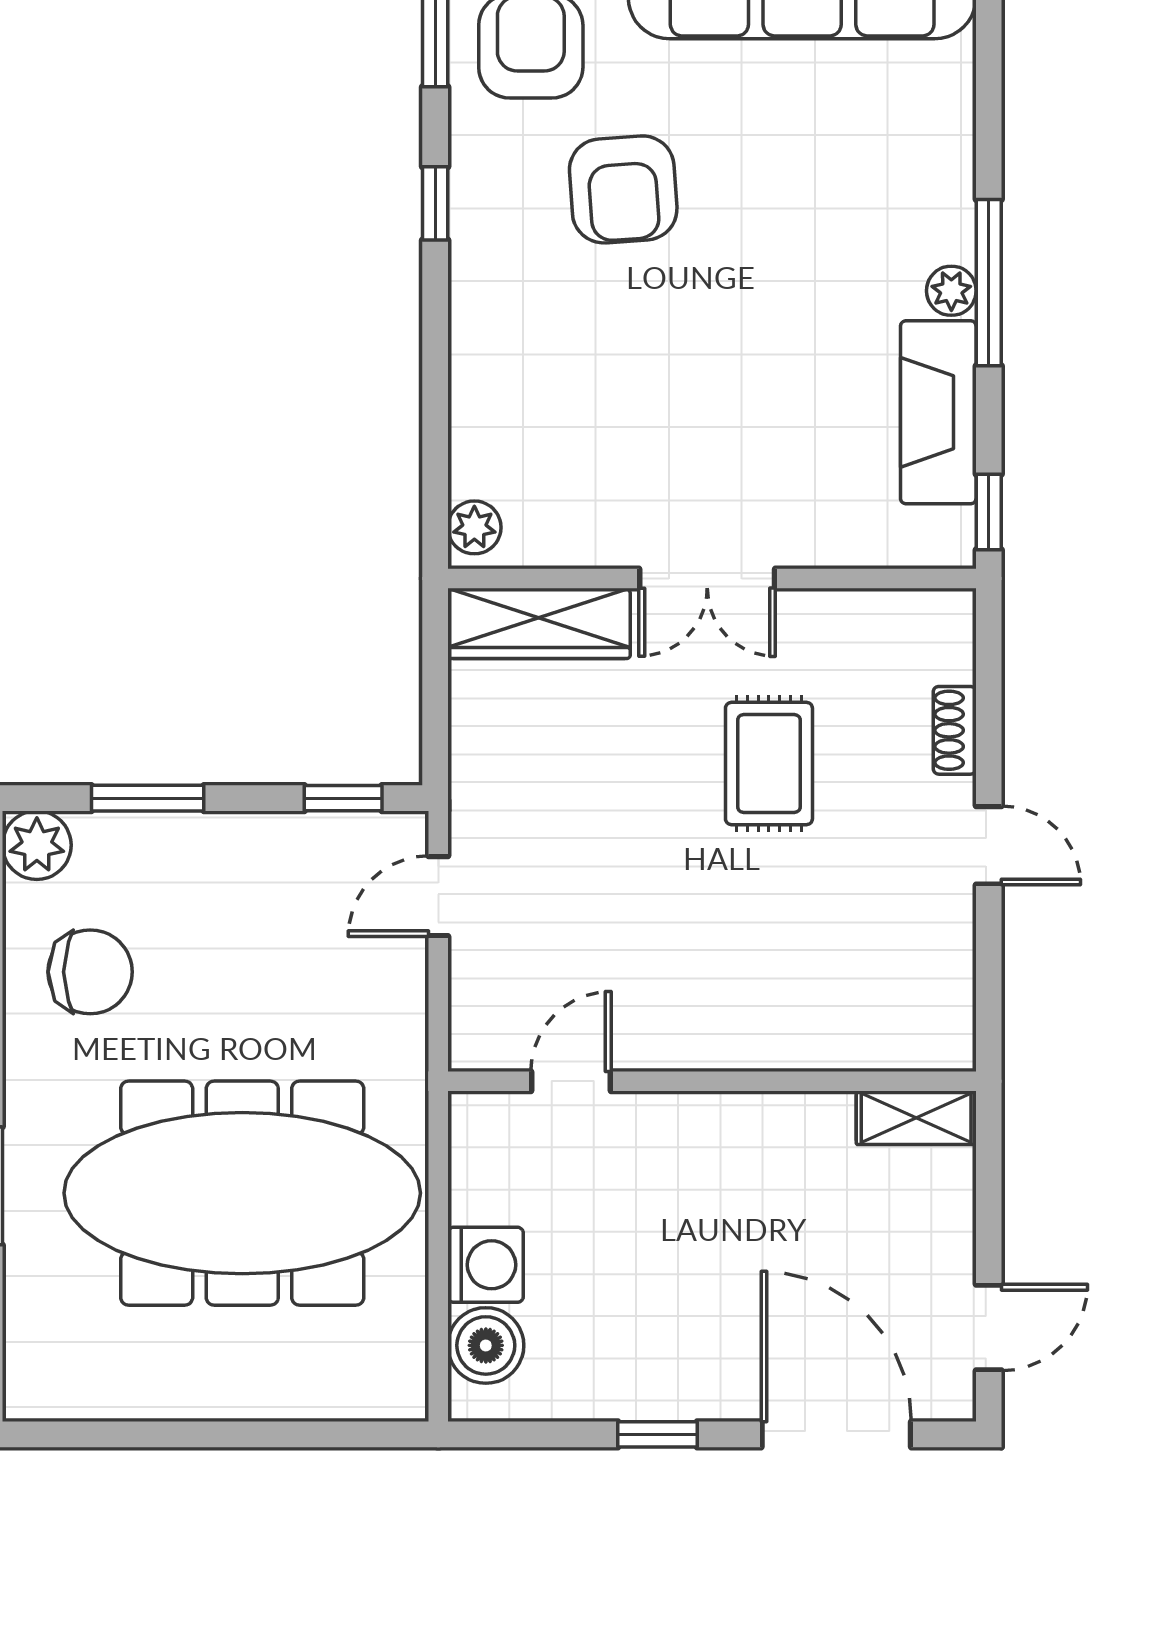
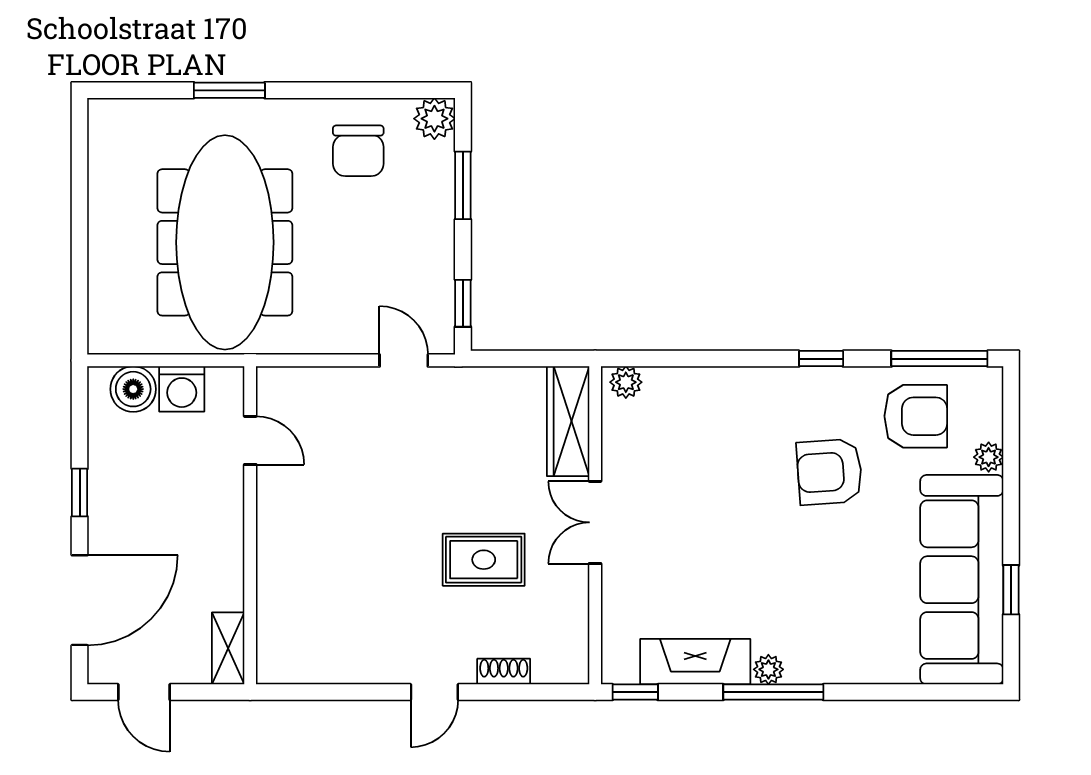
door: (571, 1081) -> (250, 440), moved
wall: (712, 1081) -> (250, 525), moved
shelving: (916, 1118) -> (228, 648), moved

